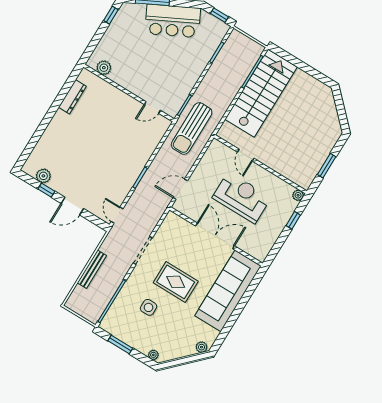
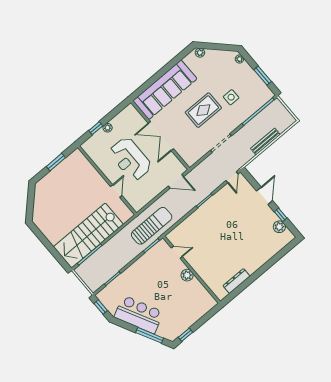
plant: (104, 68) -> (187, 275), moved
plant: (298, 195) -> (108, 128), moved
door: (72, 206) -> (265, 196), hinge flipped
rug: (176, 282) -> (203, 110), turned 90

